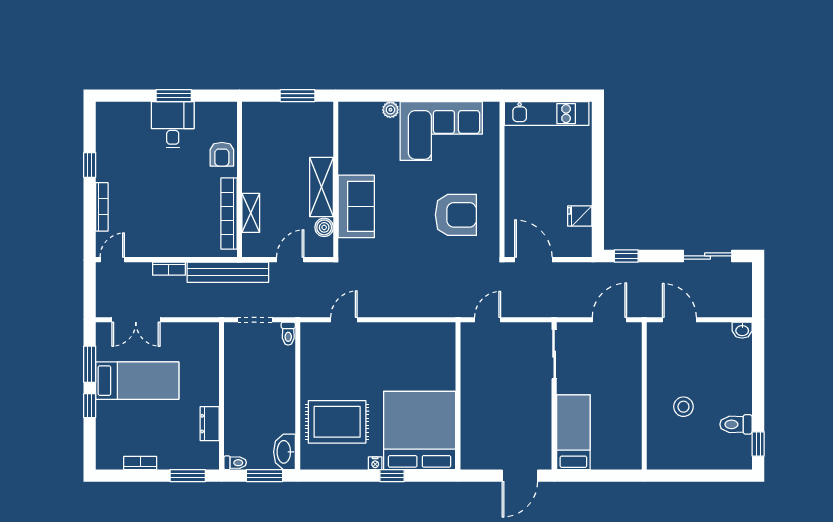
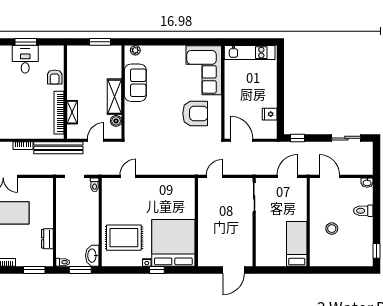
plant: (390, 110) -> (135, 50), moved
corner sofa: (441, 131) -> (204, 70), moved, turned 90
sofa: (356, 206) -> (135, 83), moved
toilet: (736, 424) -> (363, 211), moved
bed: (573, 432) -> (297, 244), moved

